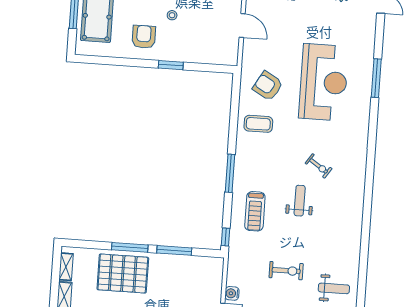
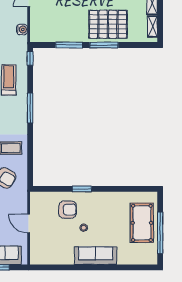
armchair: (144, 37) -> (68, 210), moved, turned -90
water cooler: (232, 293) -> (22, 30), moved

